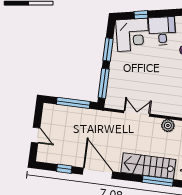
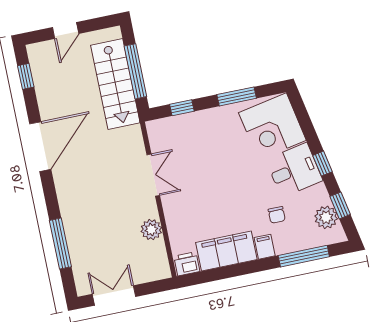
window: (141, 15) -> (323, 164), moved
window: (104, 83) -> (182, 108), width x0.46
stairs: (148, 166) -> (115, 84), moved, turned 180
window: (64, 169) -> (26, 76), moved

